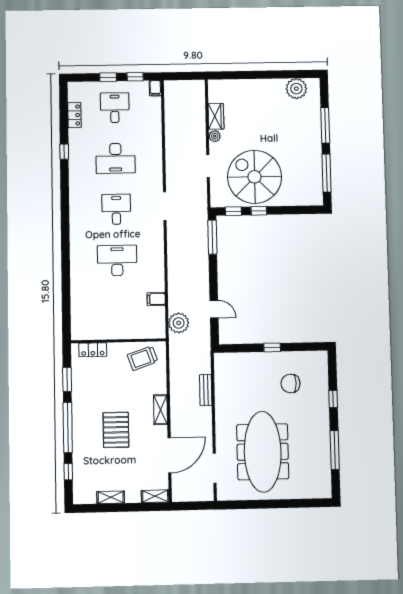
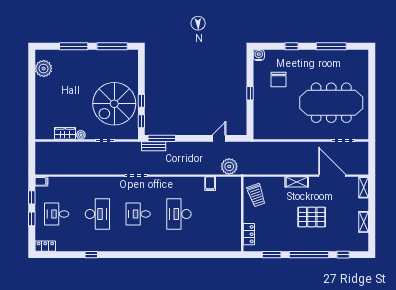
locker: (74, 115) -> (45, 246), moved
water cooler: (321, 358) -> (259, 55), added
bench: (206, 390) -> (154, 146), moved

